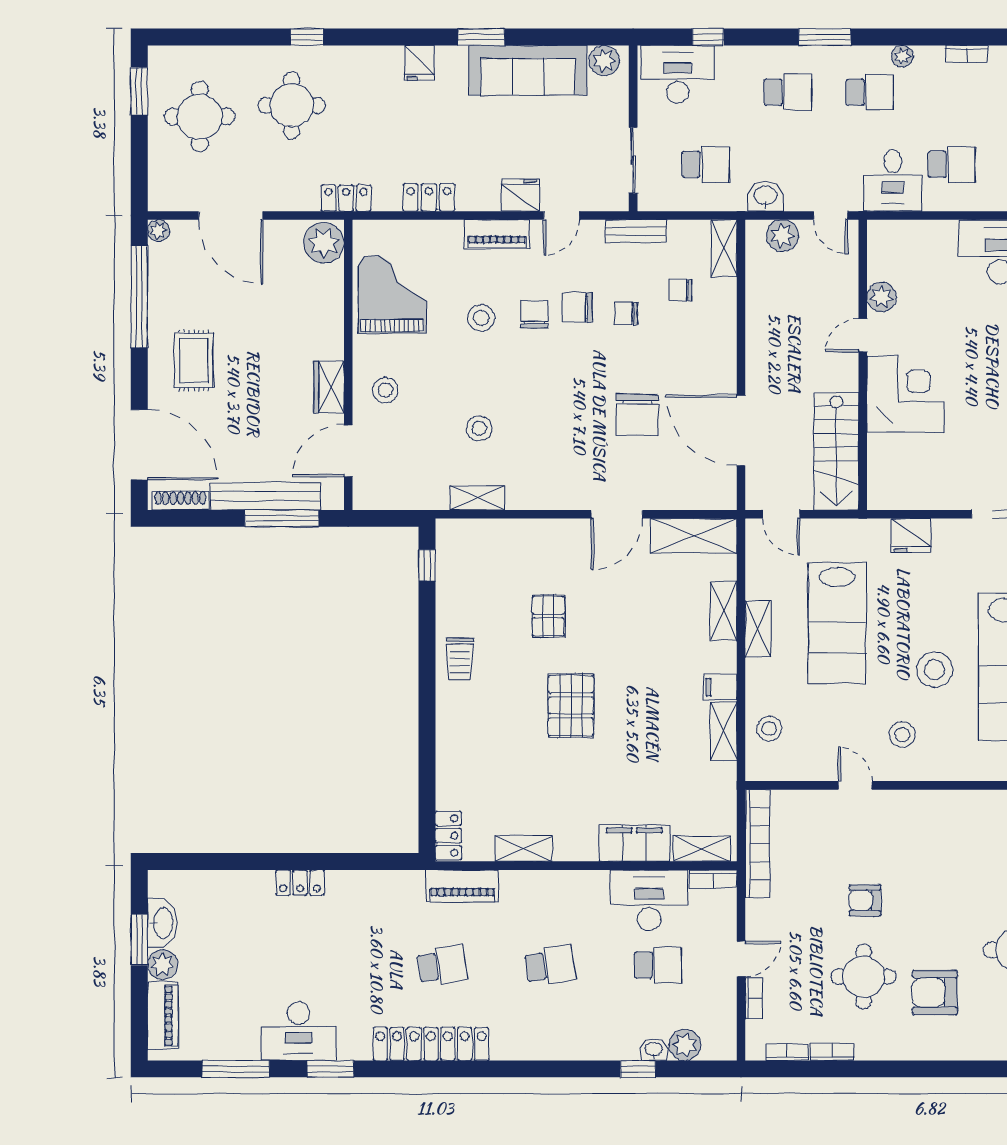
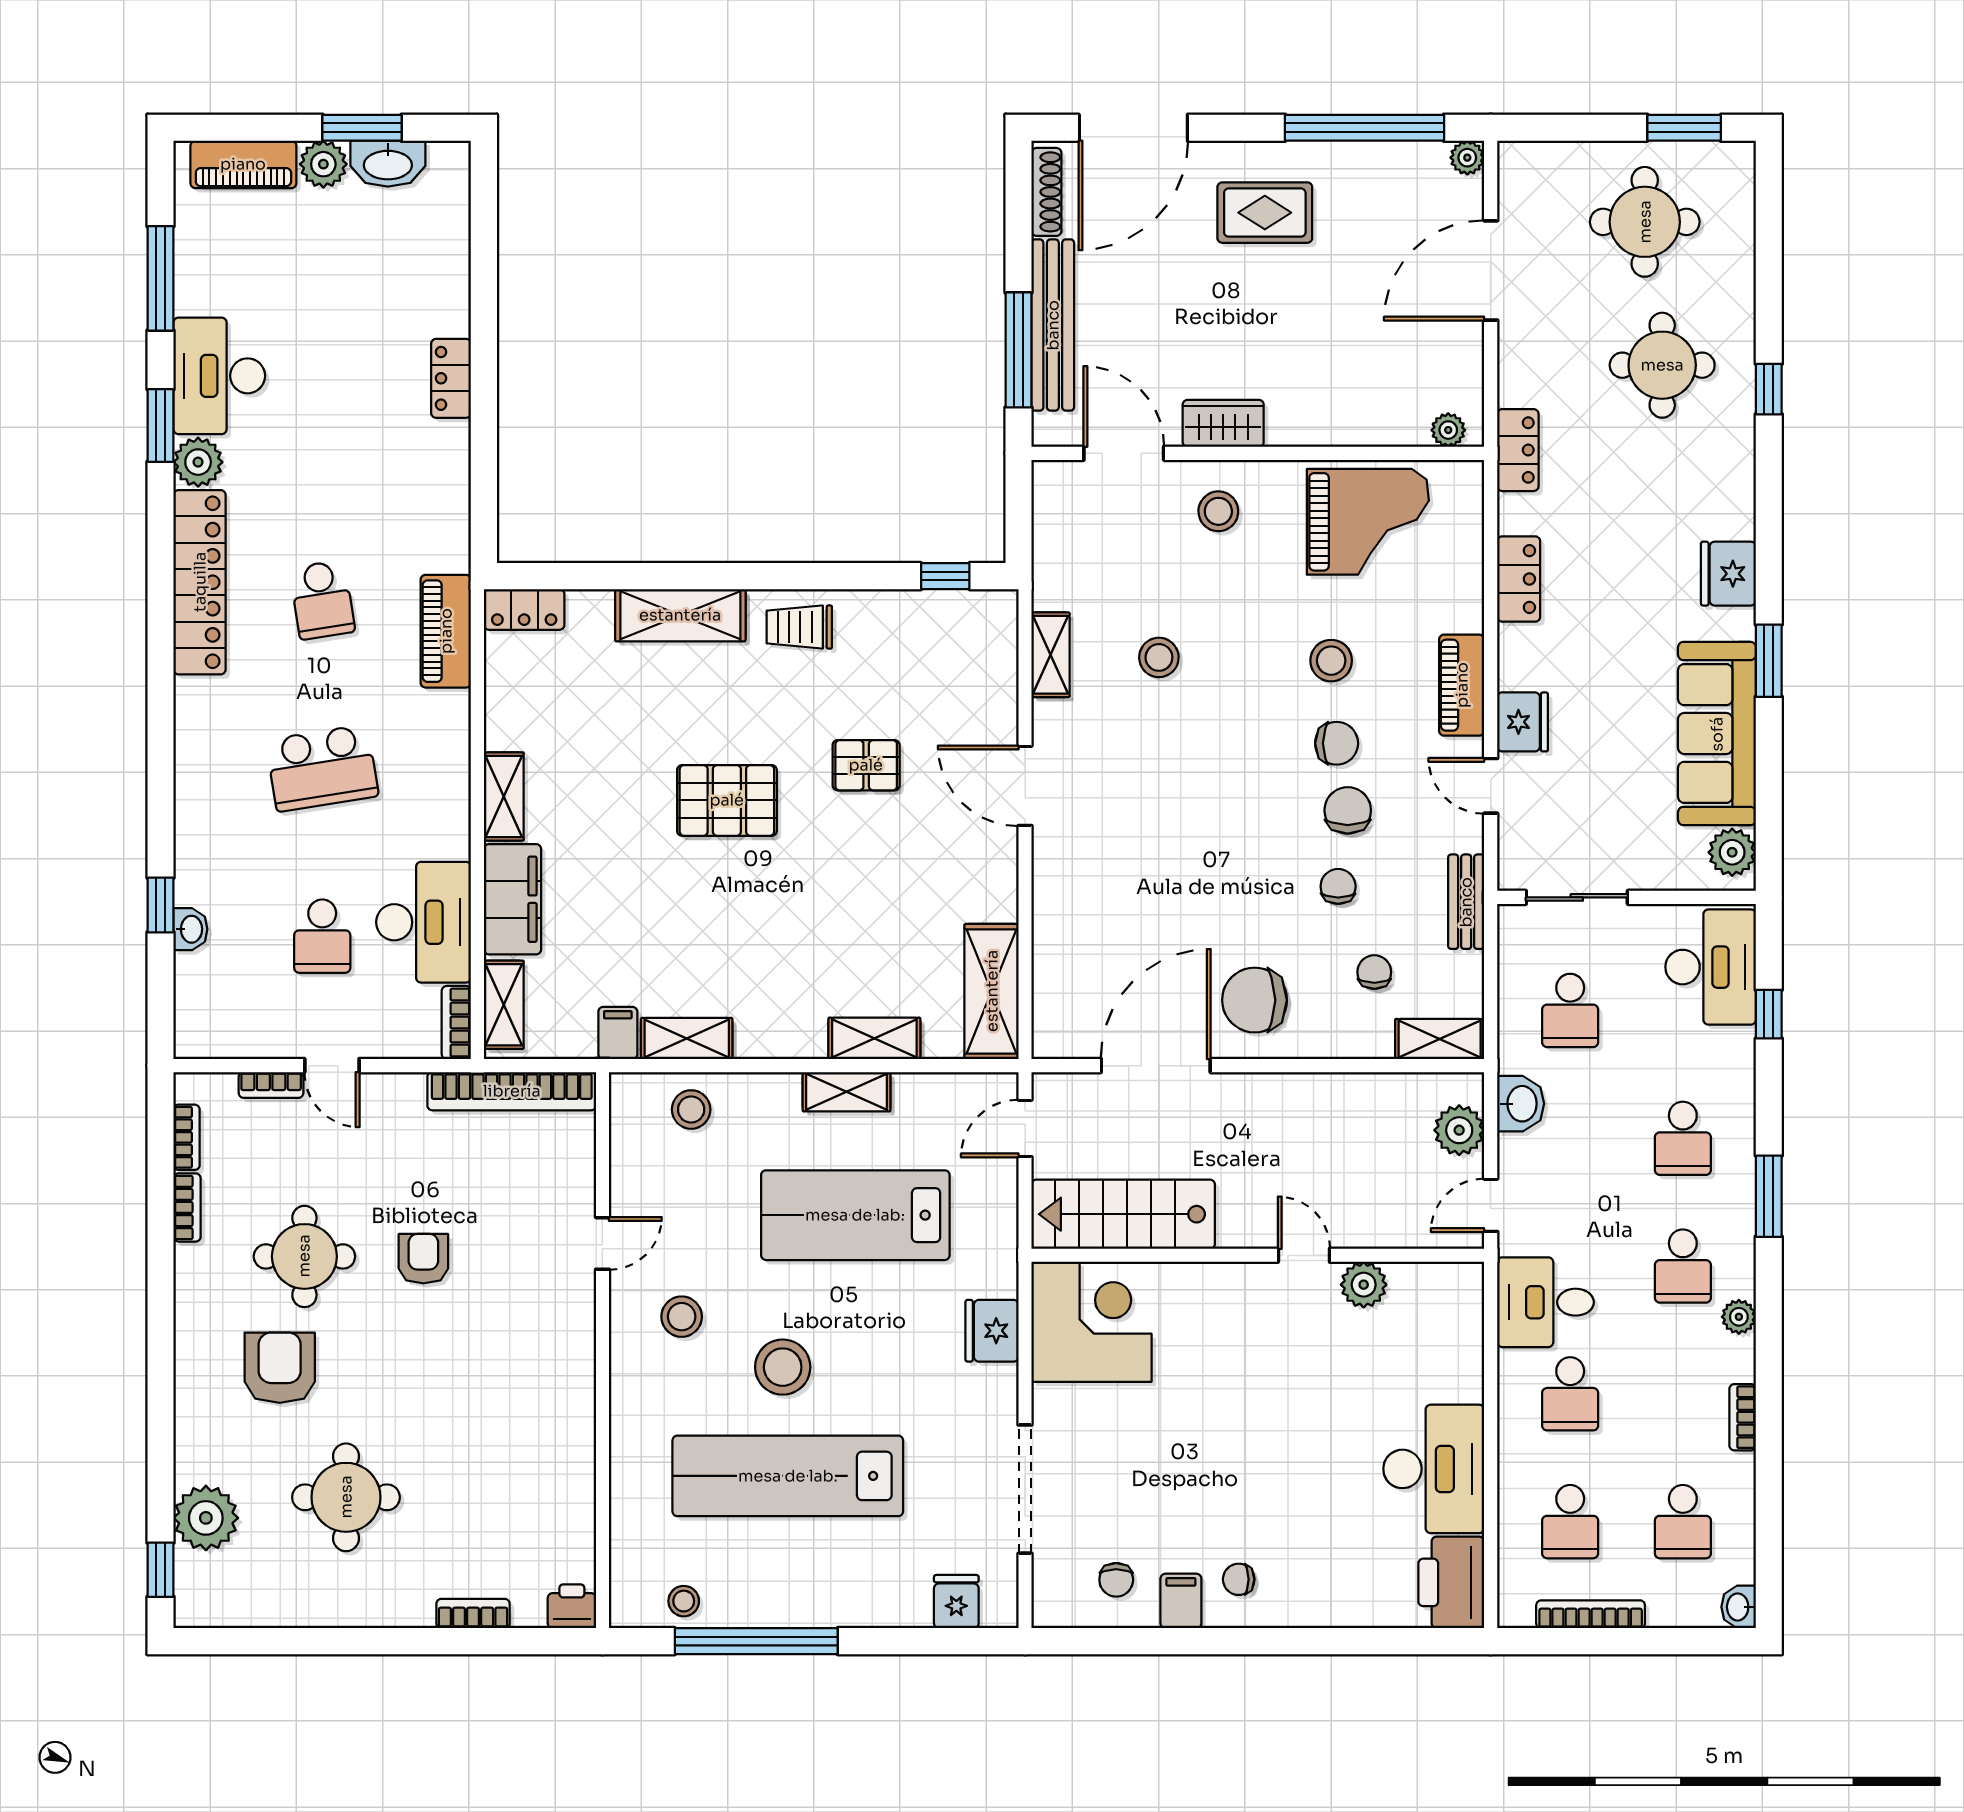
fridge: (420, 63) -> (1728, 574), width x1.38
plant: (324, 243) -> (1448, 430), width x0.53, depth x0.53
corner desk: (905, 394) -> (1092, 1322), moved, turned -90
chair: (637, 415) -> (1255, 1000), moved
door: (617, 514) -> (1025, 786), moved
filing cabinet: (720, 687) -> (618, 1033), moved
shelving: (452, 735) -> (680, 615), added
shelving: (524, 849) -> (504, 796), moved
school desk: (550, 965) -> (322, 768), width x1.85
plant: (685, 1045) -> (198, 462), moved

